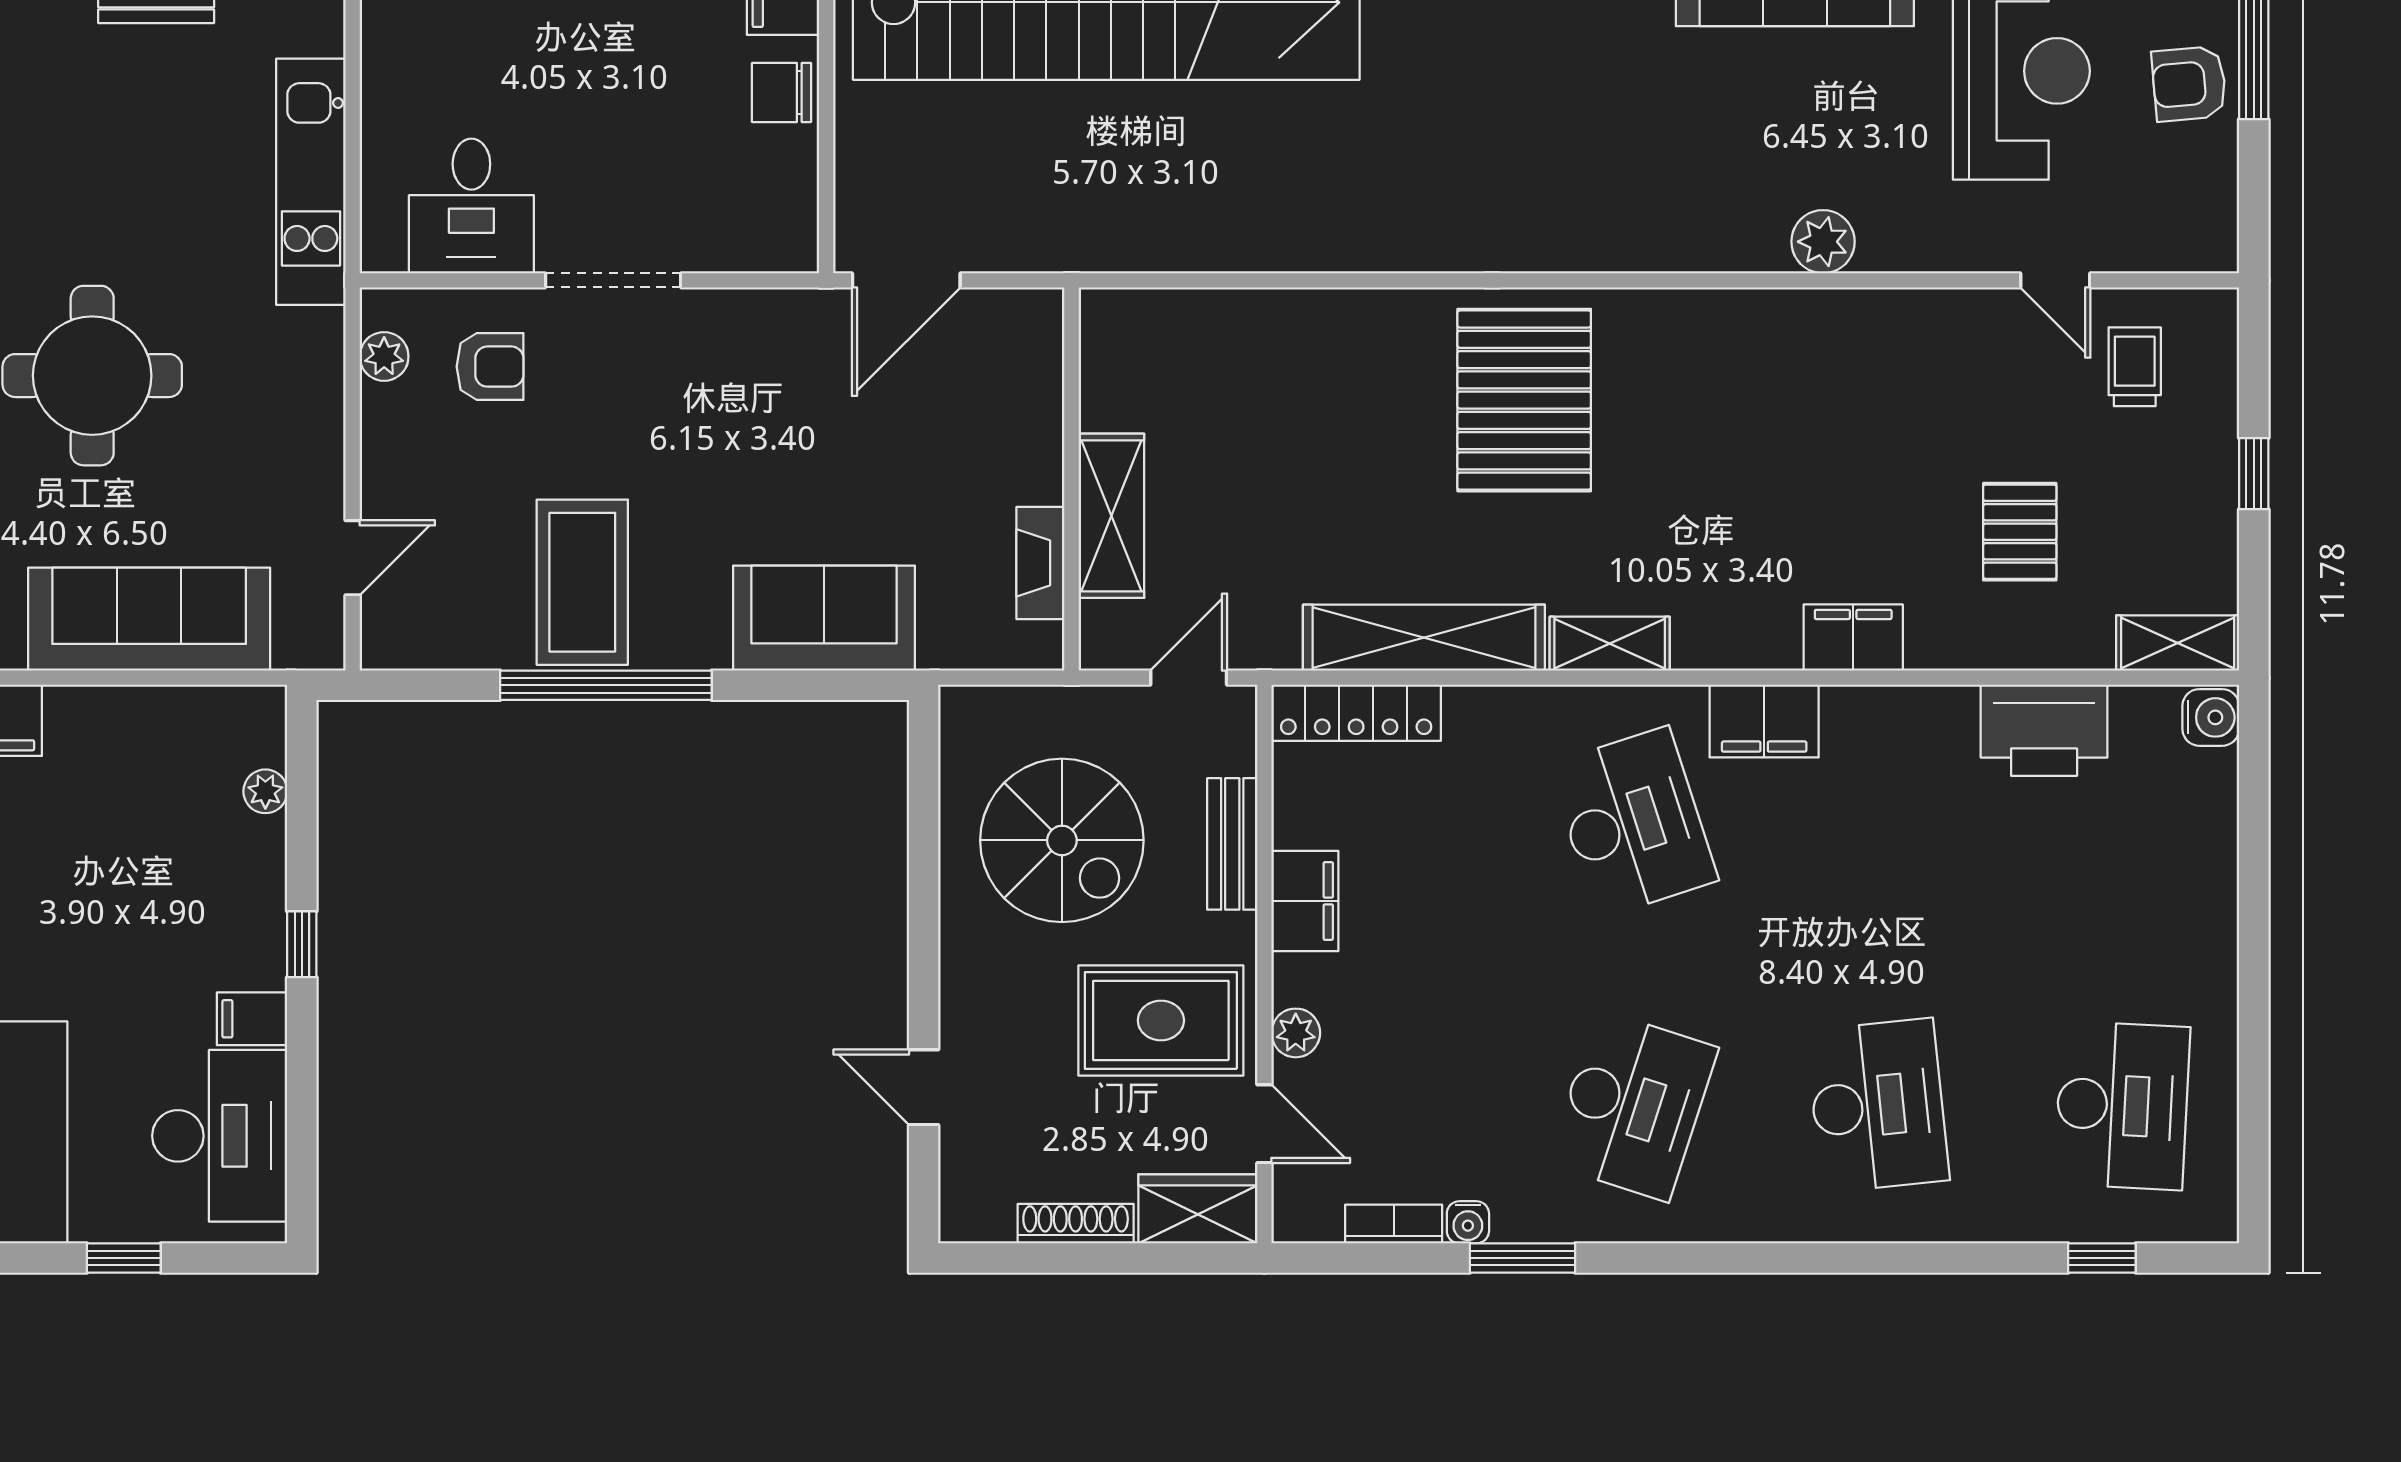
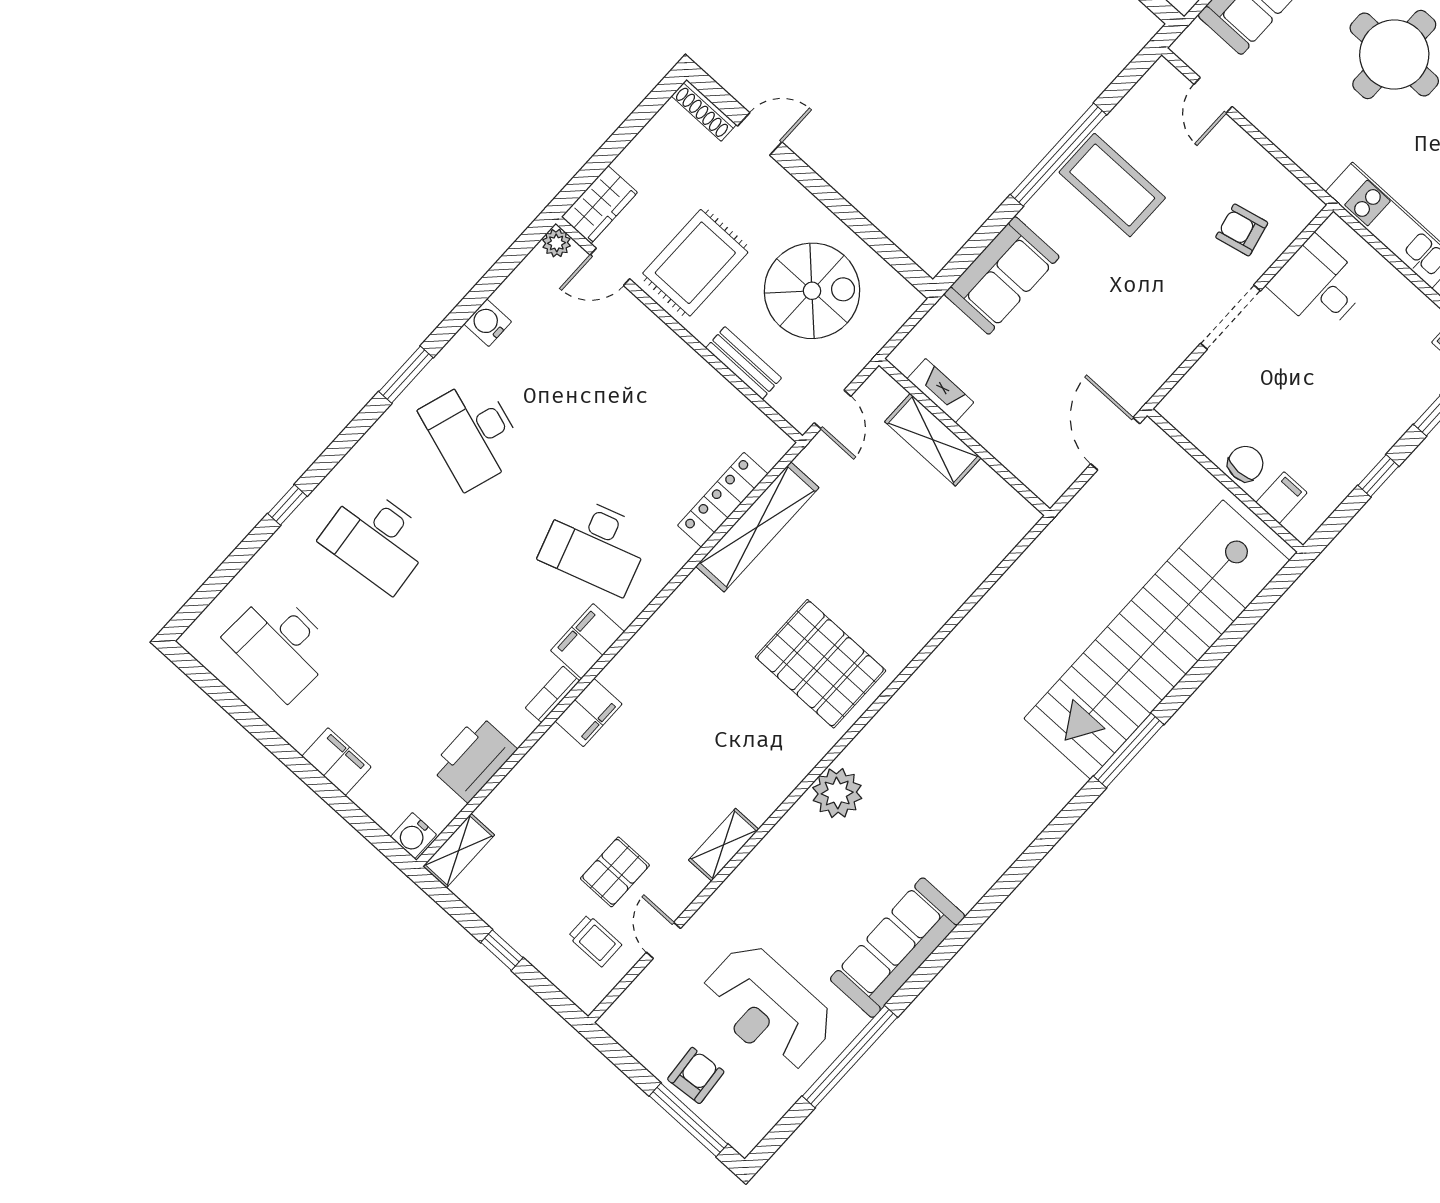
plant: (1823, 242) -> (837, 793), moved, width x1.36, depth x1.36
door: (2055, 280) -> (664, 940), hinge flipped
plant: (384, 356) -> (1288, 188), removed
armchair: (490, 367) -> (1242, 230), turned 77
pallet: (2020, 532) -> (615, 872), moved, turned 90
shelving: (1610, 644) -> (724, 845), moved
locker: (1356, 713) -> (723, 500), moved
spiral stairs: (1062, 840) -> (812, 291), turned 180
filing cabinet: (1305, 901) -> (337, 762), moved, turned 180
plant: (1296, 1033) -> (556, 243), moved
water cooler: (1468, 1222) -> (488, 323), width x1.38, depth x1.38
shoe rack: (1076, 1224) -> (704, 110), moved, turned 90
bookcase: (1394, 1224) -> (552, 694), moved, turned 180
window: (1523, 1258) -> (406, 375), moved
window: (2102, 1258) -> (287, 505), moved

